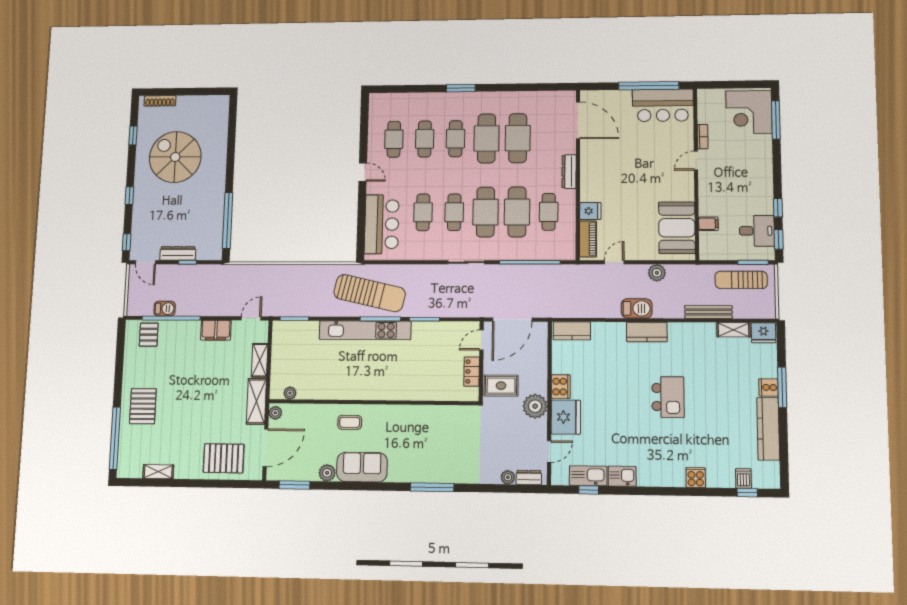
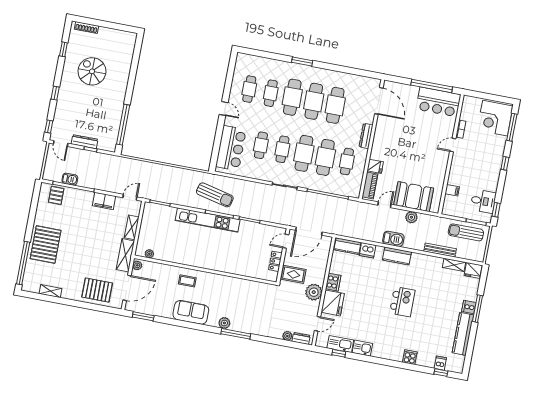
cafe table: (456, 139) -> (292, 97), width x1.37, depth x1.35
spiral stairs: (175, 157) -> (92, 71), width x0.73, depth x0.73
window: (778, 208) -> (505, 163), moved
booth: (677, 228) -> (414, 197), moved, turned 90
sun lounger: (370, 293) -> (215, 195), width x0.73, depth x0.75
dishwasher: (602, 332) -> (368, 250), added
pallet: (143, 406) -> (46, 244), width x1.37, depth x1.41
plant: (327, 473) -> (224, 323), moved

